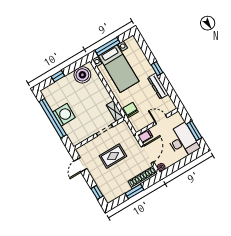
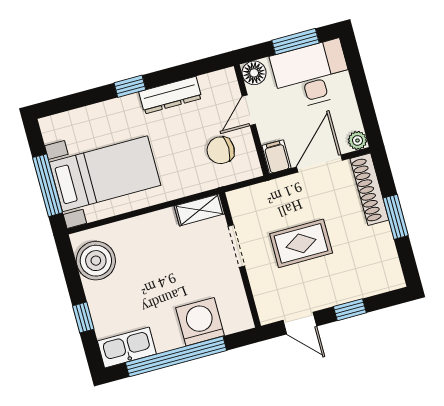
kitchen sink: (51, 97) -> (127, 347), added
chair: (131, 110) -> (221, 150), moved
washing machine: (64, 115) -> (200, 322), moved
floor lamp: (177, 117) -> (254, 73), added
door: (147, 154) -> (319, 164), hinge flipped
rug: (113, 156) -> (301, 243), turned 90
window: (97, 192) -> (350, 310), moved

